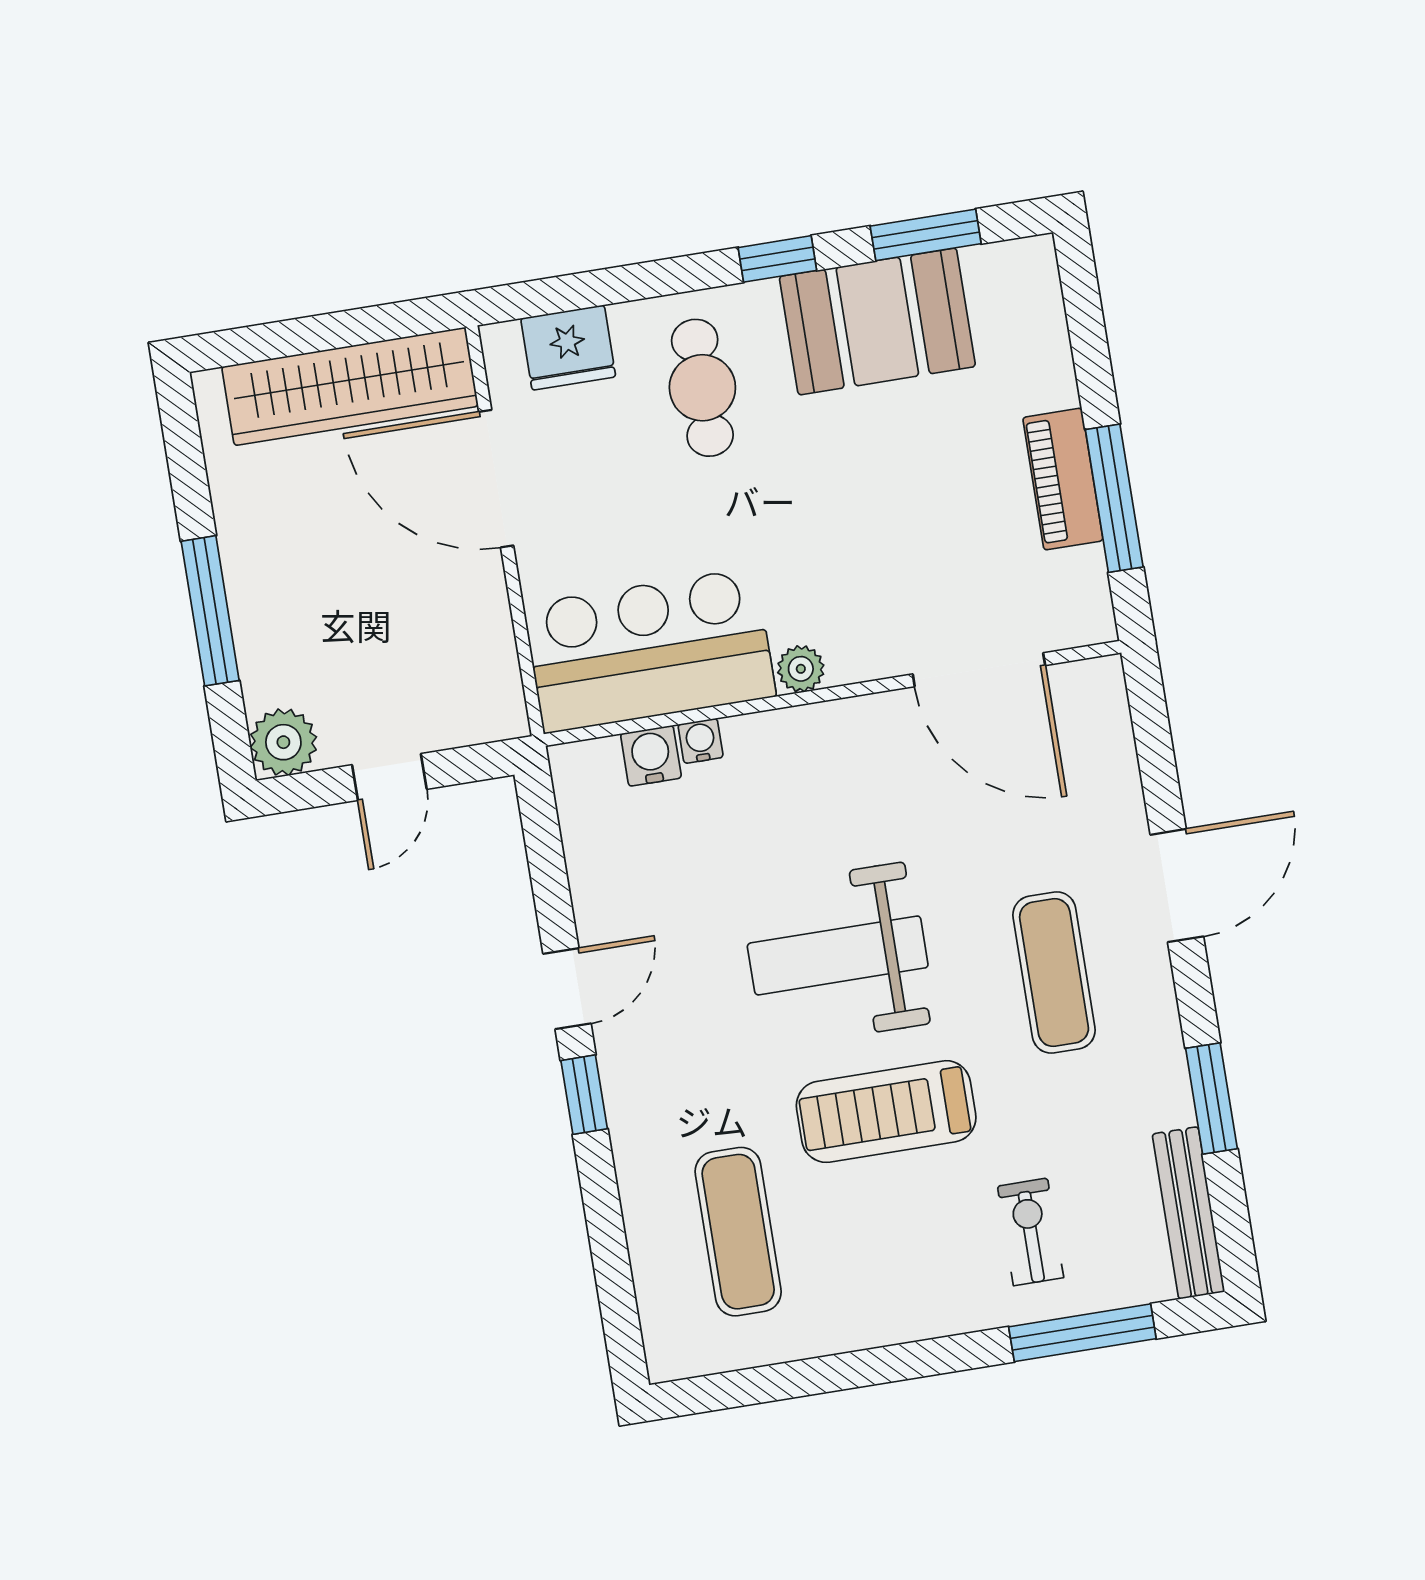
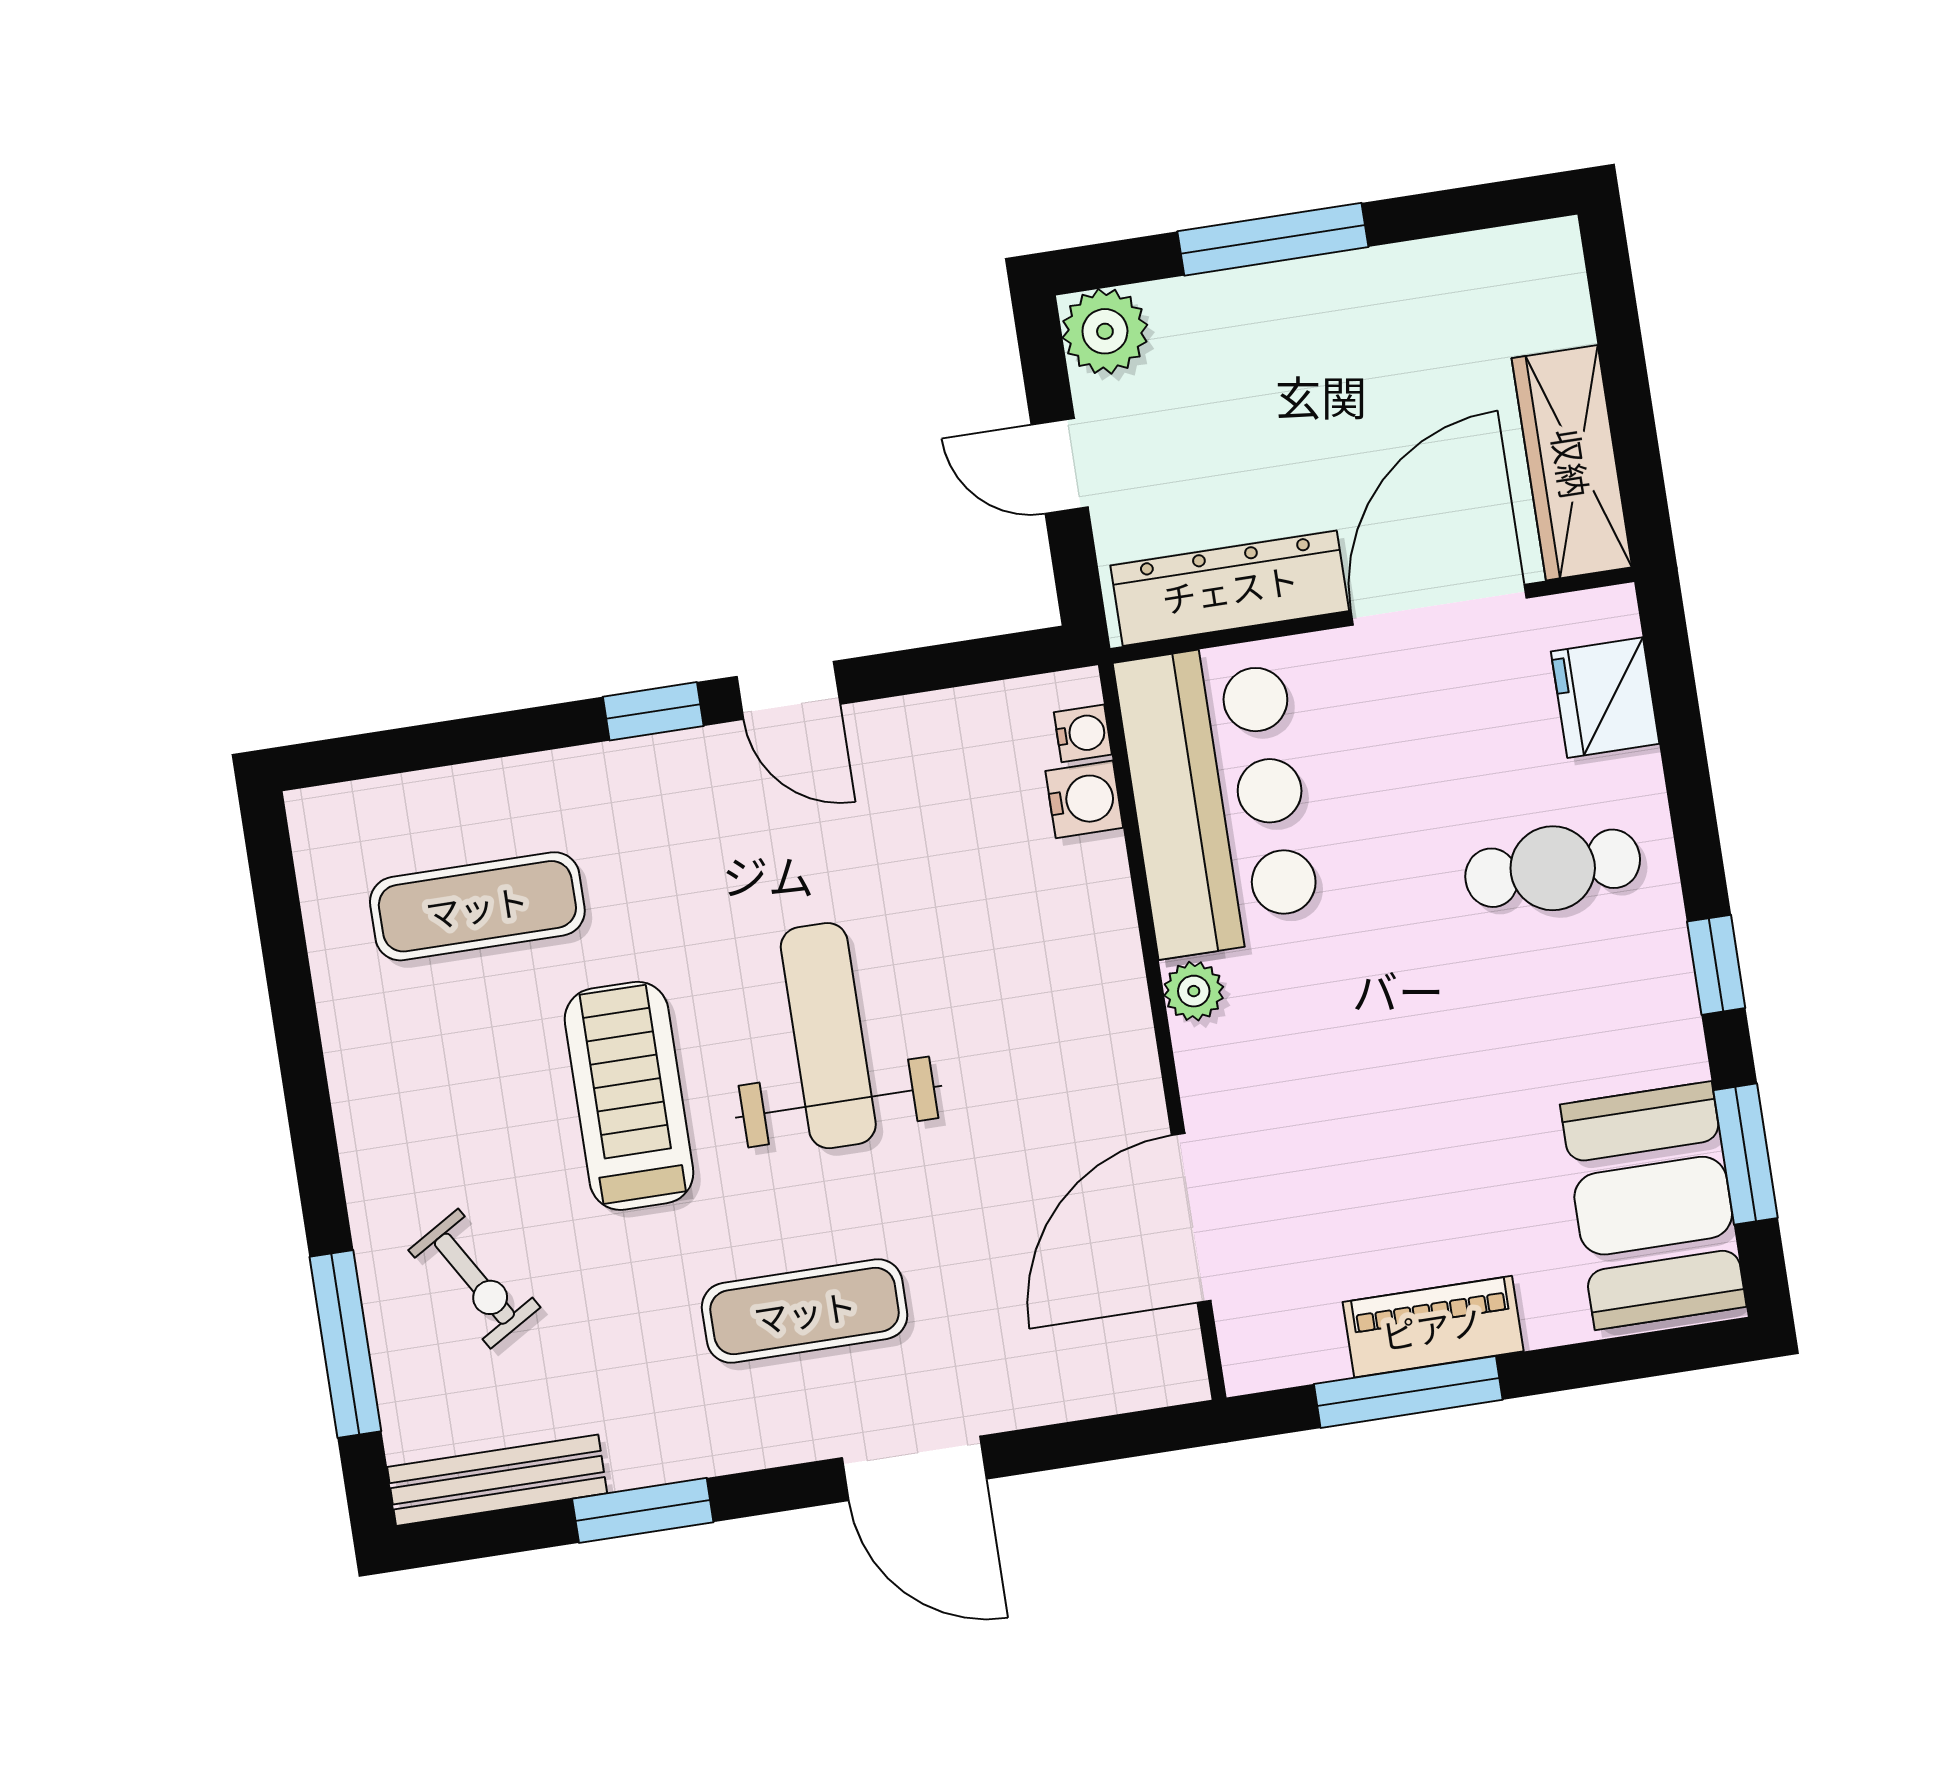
booth: (877, 321) -> (1653, 1206), moved
wardrobe: (350, 386) -> (1572, 463), width x0.71, depth x0.85
dresser: (484, 643) -> (1230, 588), added
water cooler: (701, 741) -> (1083, 733), moved
exercise bike: (1030, 1232) -> (474, 1279), turned 59

